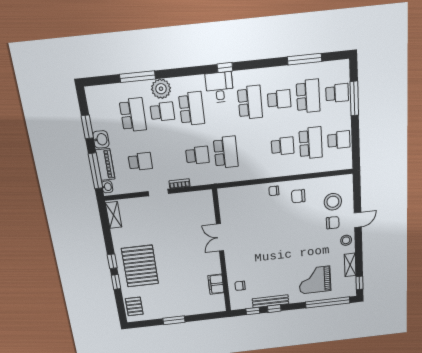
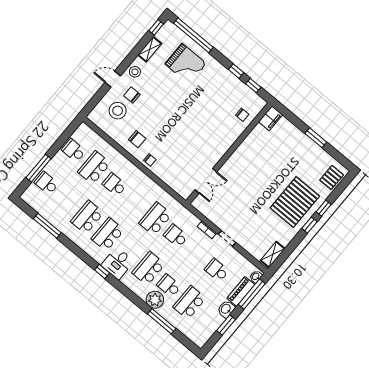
school desk: (308, 96) -> (67, 200), removed
school desk: (279, 99) -> (87, 217), width x1.85
double door: (220, 238) -> (206, 181), moved
filing cabinet: (216, 284) -> (270, 118), moved
bench: (270, 301) -> (233, 80), removed

